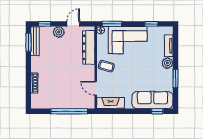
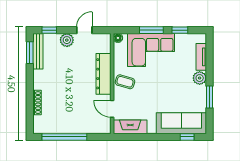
window: (112, 24) -> (151, 30), moved
dresser: (89, 47) -> (103, 74), moved
window: (69, 111) -> (64, 137), moved

